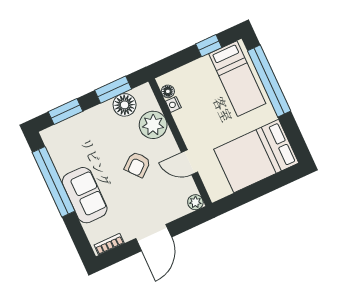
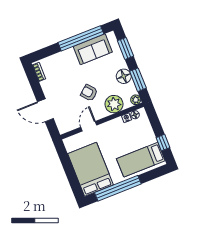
window: (269, 81) -> (118, 188), moved
floor lamp: (125, 105) -> (124, 76), moved
sofa: (85, 195) -> (93, 49), moved
plant: (195, 202) -> (136, 100), moved
door: (154, 238) -> (45, 110), moved

